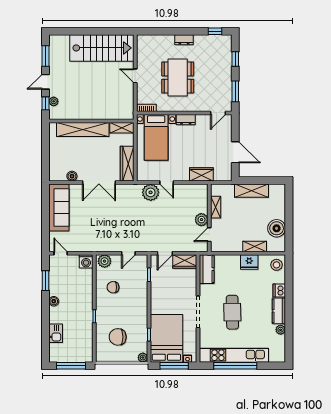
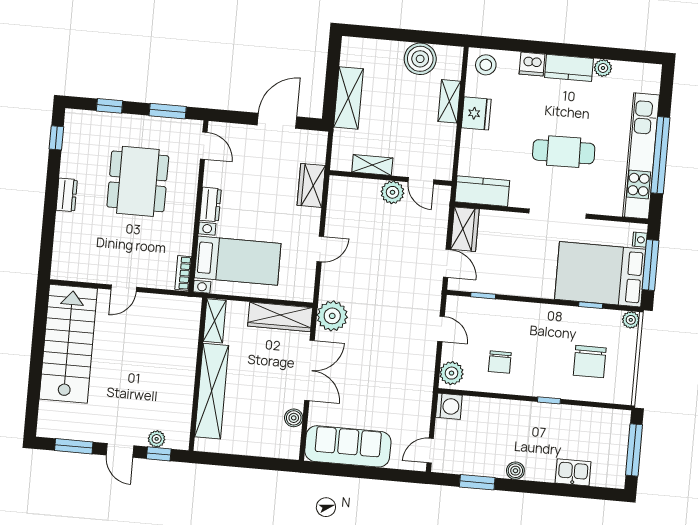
dining table: (178, 78) -> (138, 181), moved, turned 90
plant: (151, 192) -> (332, 316), moved

